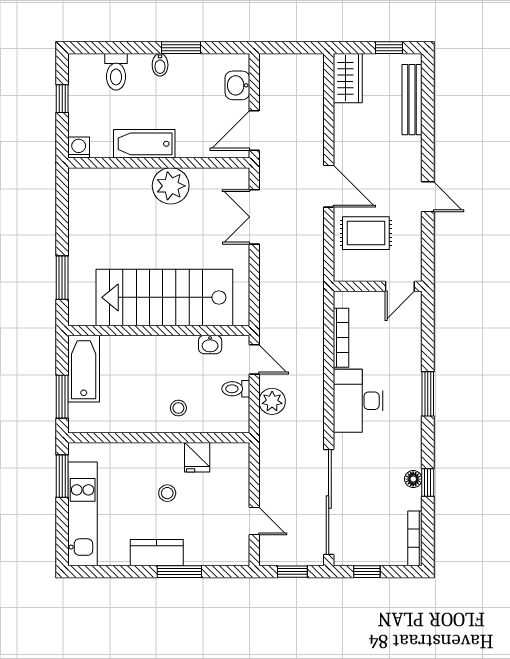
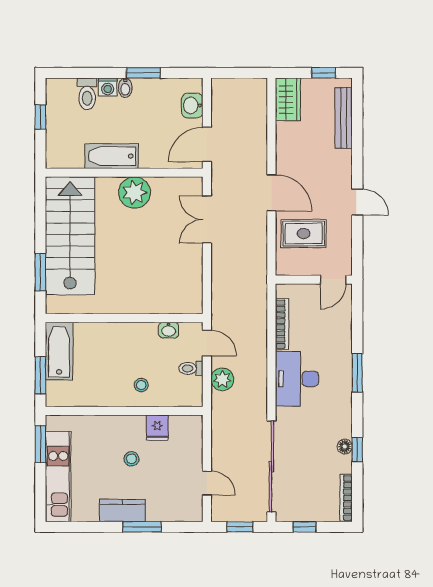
washing machine: (79, 148) -> (108, 87), moved, turned 180
stairs: (164, 297) -> (70, 236), moved, turned 90

